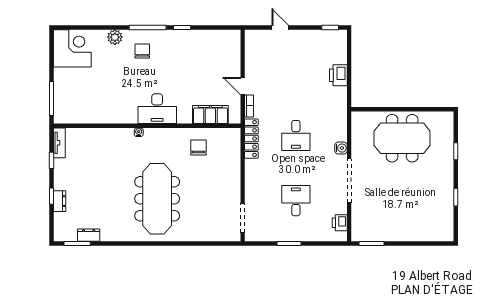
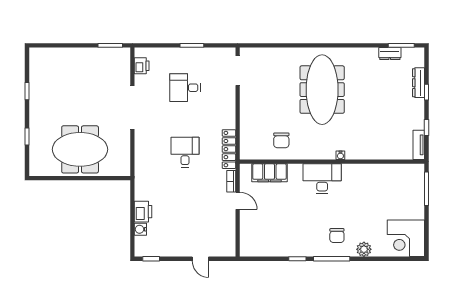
water cooler: (341, 148) -> (140, 229), moved
dresser: (60, 201) -> (419, 83), width x1.44
desk: (296, 201) -> (185, 88), turned 90

